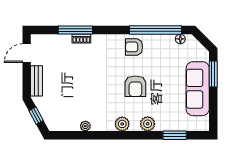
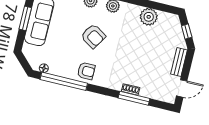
window: (213, 74) -> (25, 18), moved
armchair: (135, 86) -> (93, 36), turned 122
plant: (85, 126) -> (149, 17), width x1.88, depth x1.88

